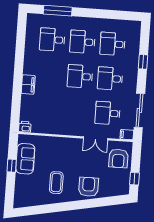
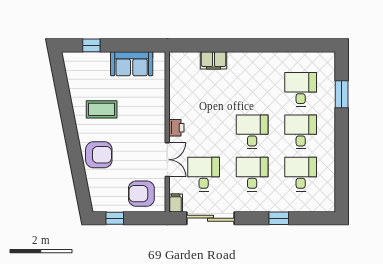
window: (58, 11) -> (342, 94), width x0.69
filing cabinet: (28, 85) -> (214, 60), moved
printer: (25, 127) -> (176, 128), moved
double door: (96, 138) -> (167, 160), swing flipped
window: (12, 166) -> (91, 45), moved

